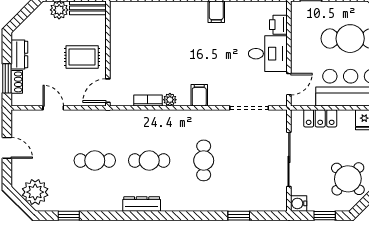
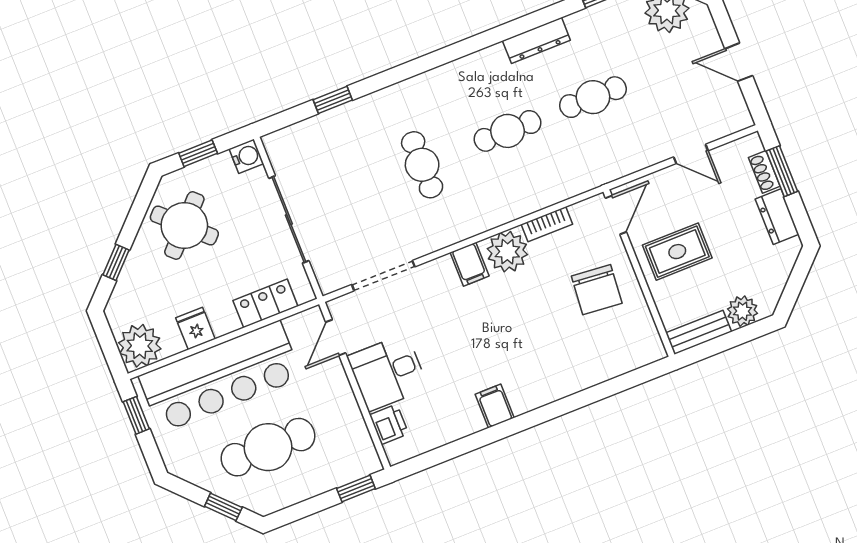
chair: (135, 54) -> (597, 290), added
plant: (170, 100) -> (507, 252), width x1.88, depth x1.88
dresser: (142, 204) -> (536, 40), moved

